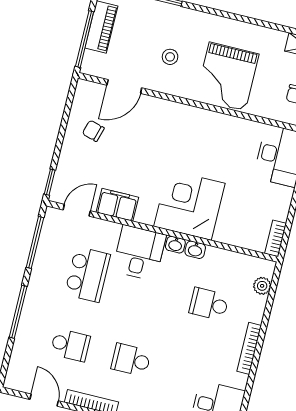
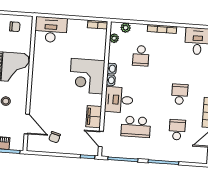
plant: (247, 263) -> (114, 38), added
school desk: (88, 274) -> (136, 127), turned 180
school desk: (131, 360) -> (180, 94), turned 180

